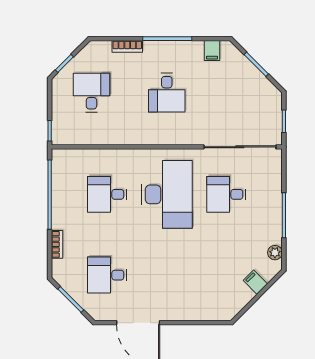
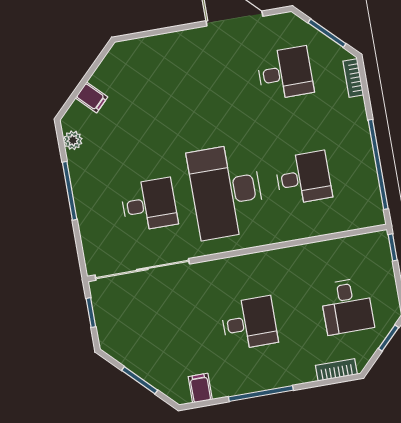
bookcase: (127, 46) -> (336, 370), moved
desk: (167, 93) -> (249, 323), turned 90
bookcase: (57, 244) -> (353, 78), moved

